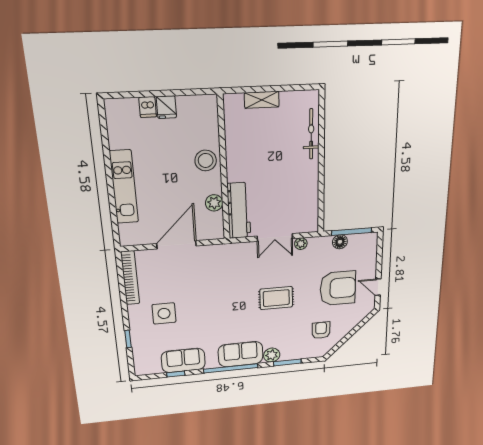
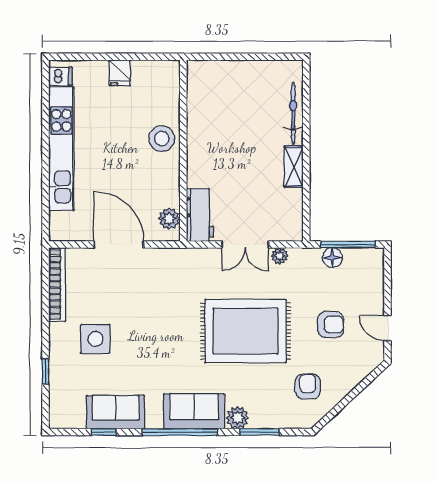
shelving: (262, 100) -> (294, 167), moved, turned 90
dishwasher: (148, 107) -> (60, 76), moved, turned -90
kitchen unit: (124, 187) -> (61, 149), width x1.36
plant: (214, 203) -> (169, 219), moved
workbench: (239, 211) -> (200, 215), width x0.73
door: (176, 245) -> (119, 244), hinge flipped
armchair: (338, 288) -> (331, 325), width x0.53, depth x0.53
rug: (276, 298) -> (246, 331), width x1.86, depth x2.06

